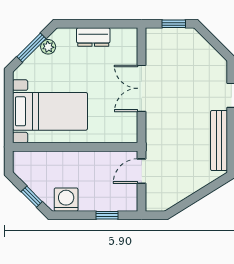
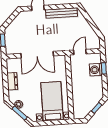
double door: (142, 88) -> (37, 55), width x1.37
door: (142, 171) -> (80, 52), swing flipped
washing machine: (66, 200) -> (96, 70), moved

